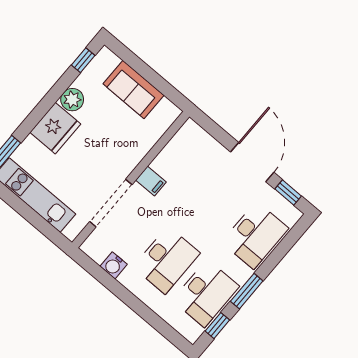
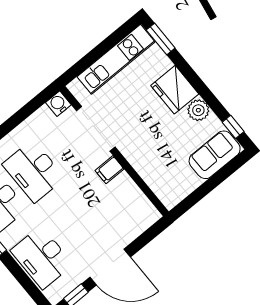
sofa: (134, 89) -> (215, 155), moved
water cooler: (114, 265) -> (58, 104), moved

